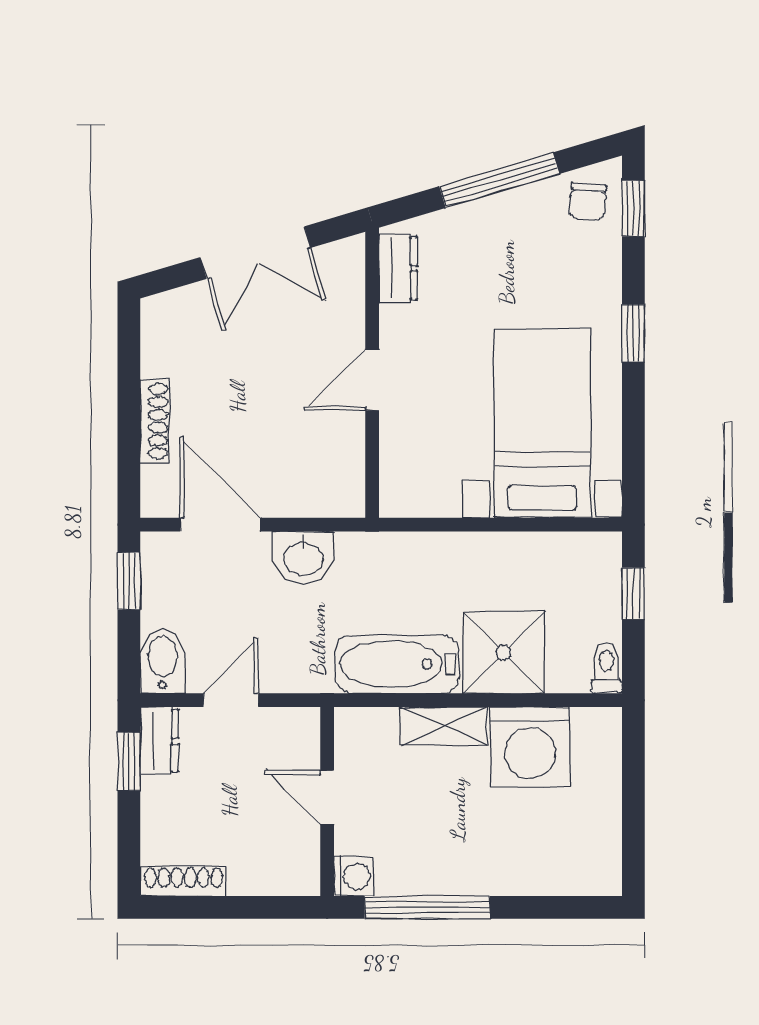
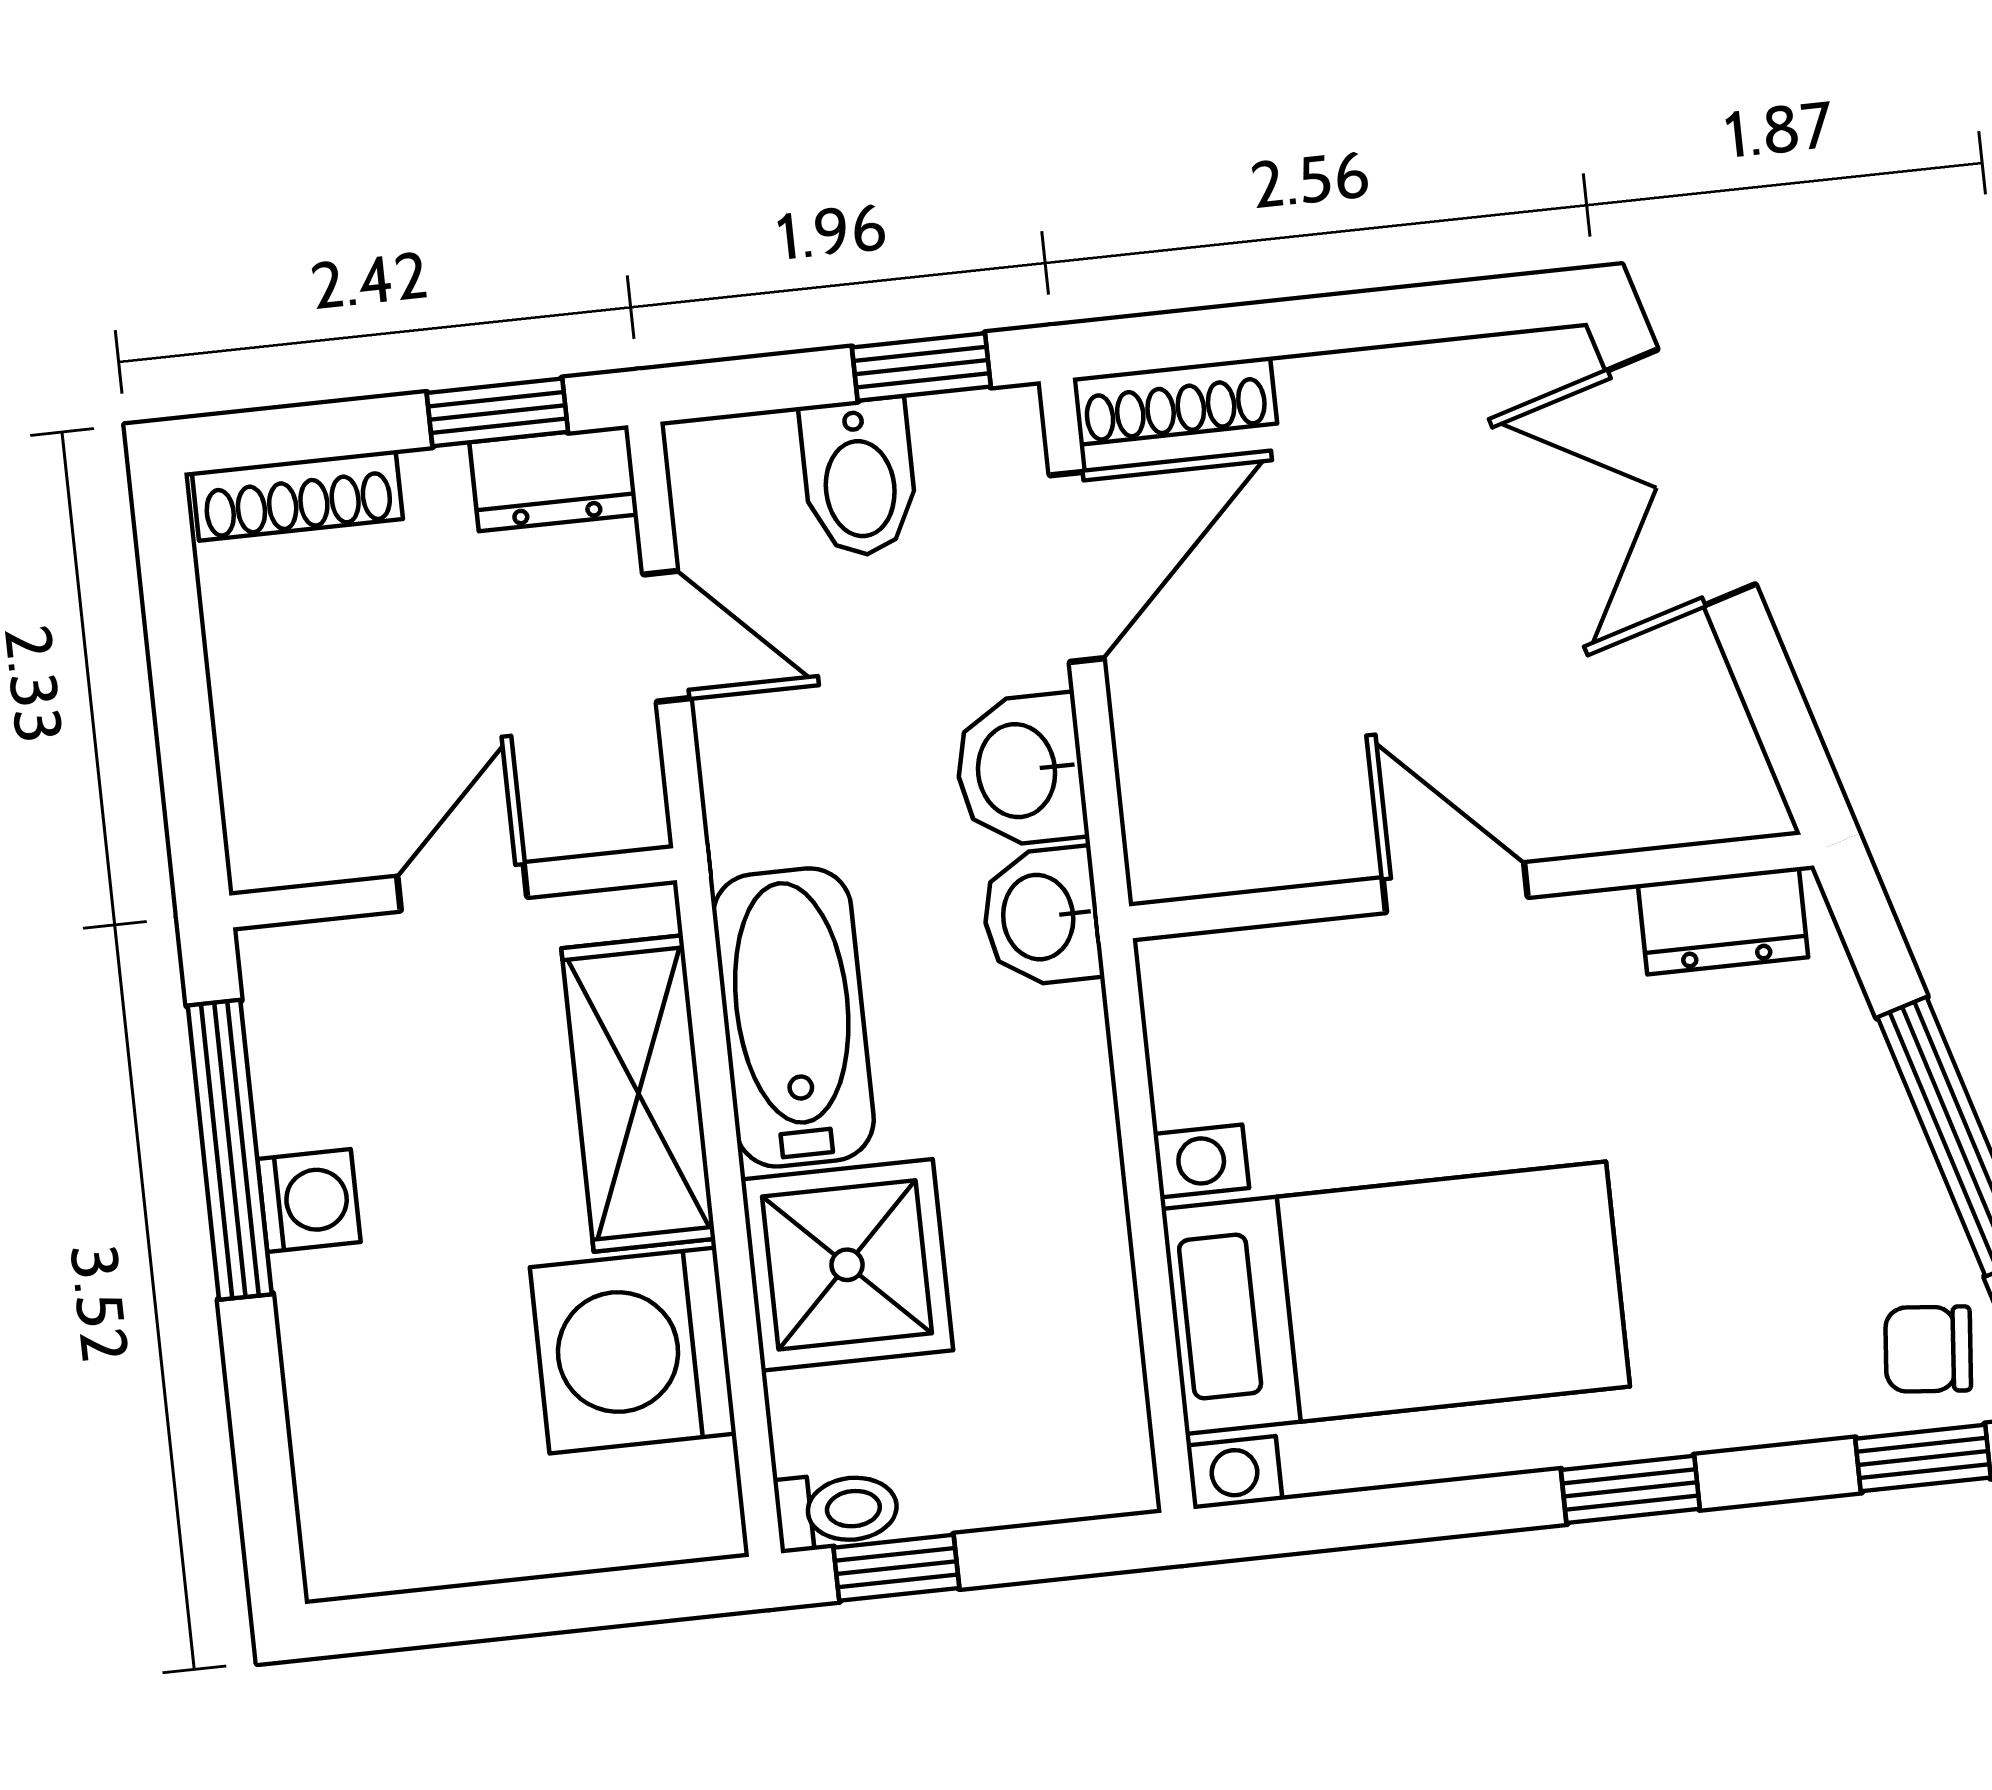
double door: (255, 253) -> (1681, 478), moved
shoe rack: (155, 421) -> (1175, 401), moved
washbasin: (366, 555) -> (1042, 917), added
window: (633, 593) -> (896, 1568), moved
bidet: (163, 661) -> (859, 478), moved, turned 90
shelving: (444, 726) -> (638, 1093), width x1.50, depth x1.33
washing machine: (354, 876) -> (309, 1200), moved, turned -90
shoe rack: (184, 881) -> (297, 495), moved, turned 90

